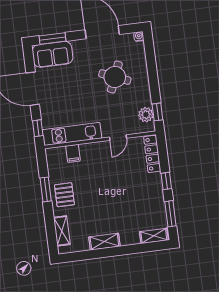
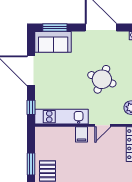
round table: (115, 77) -> (102, 79), moved
filing cabinet: (73, 153) -> (82, 134), moved

